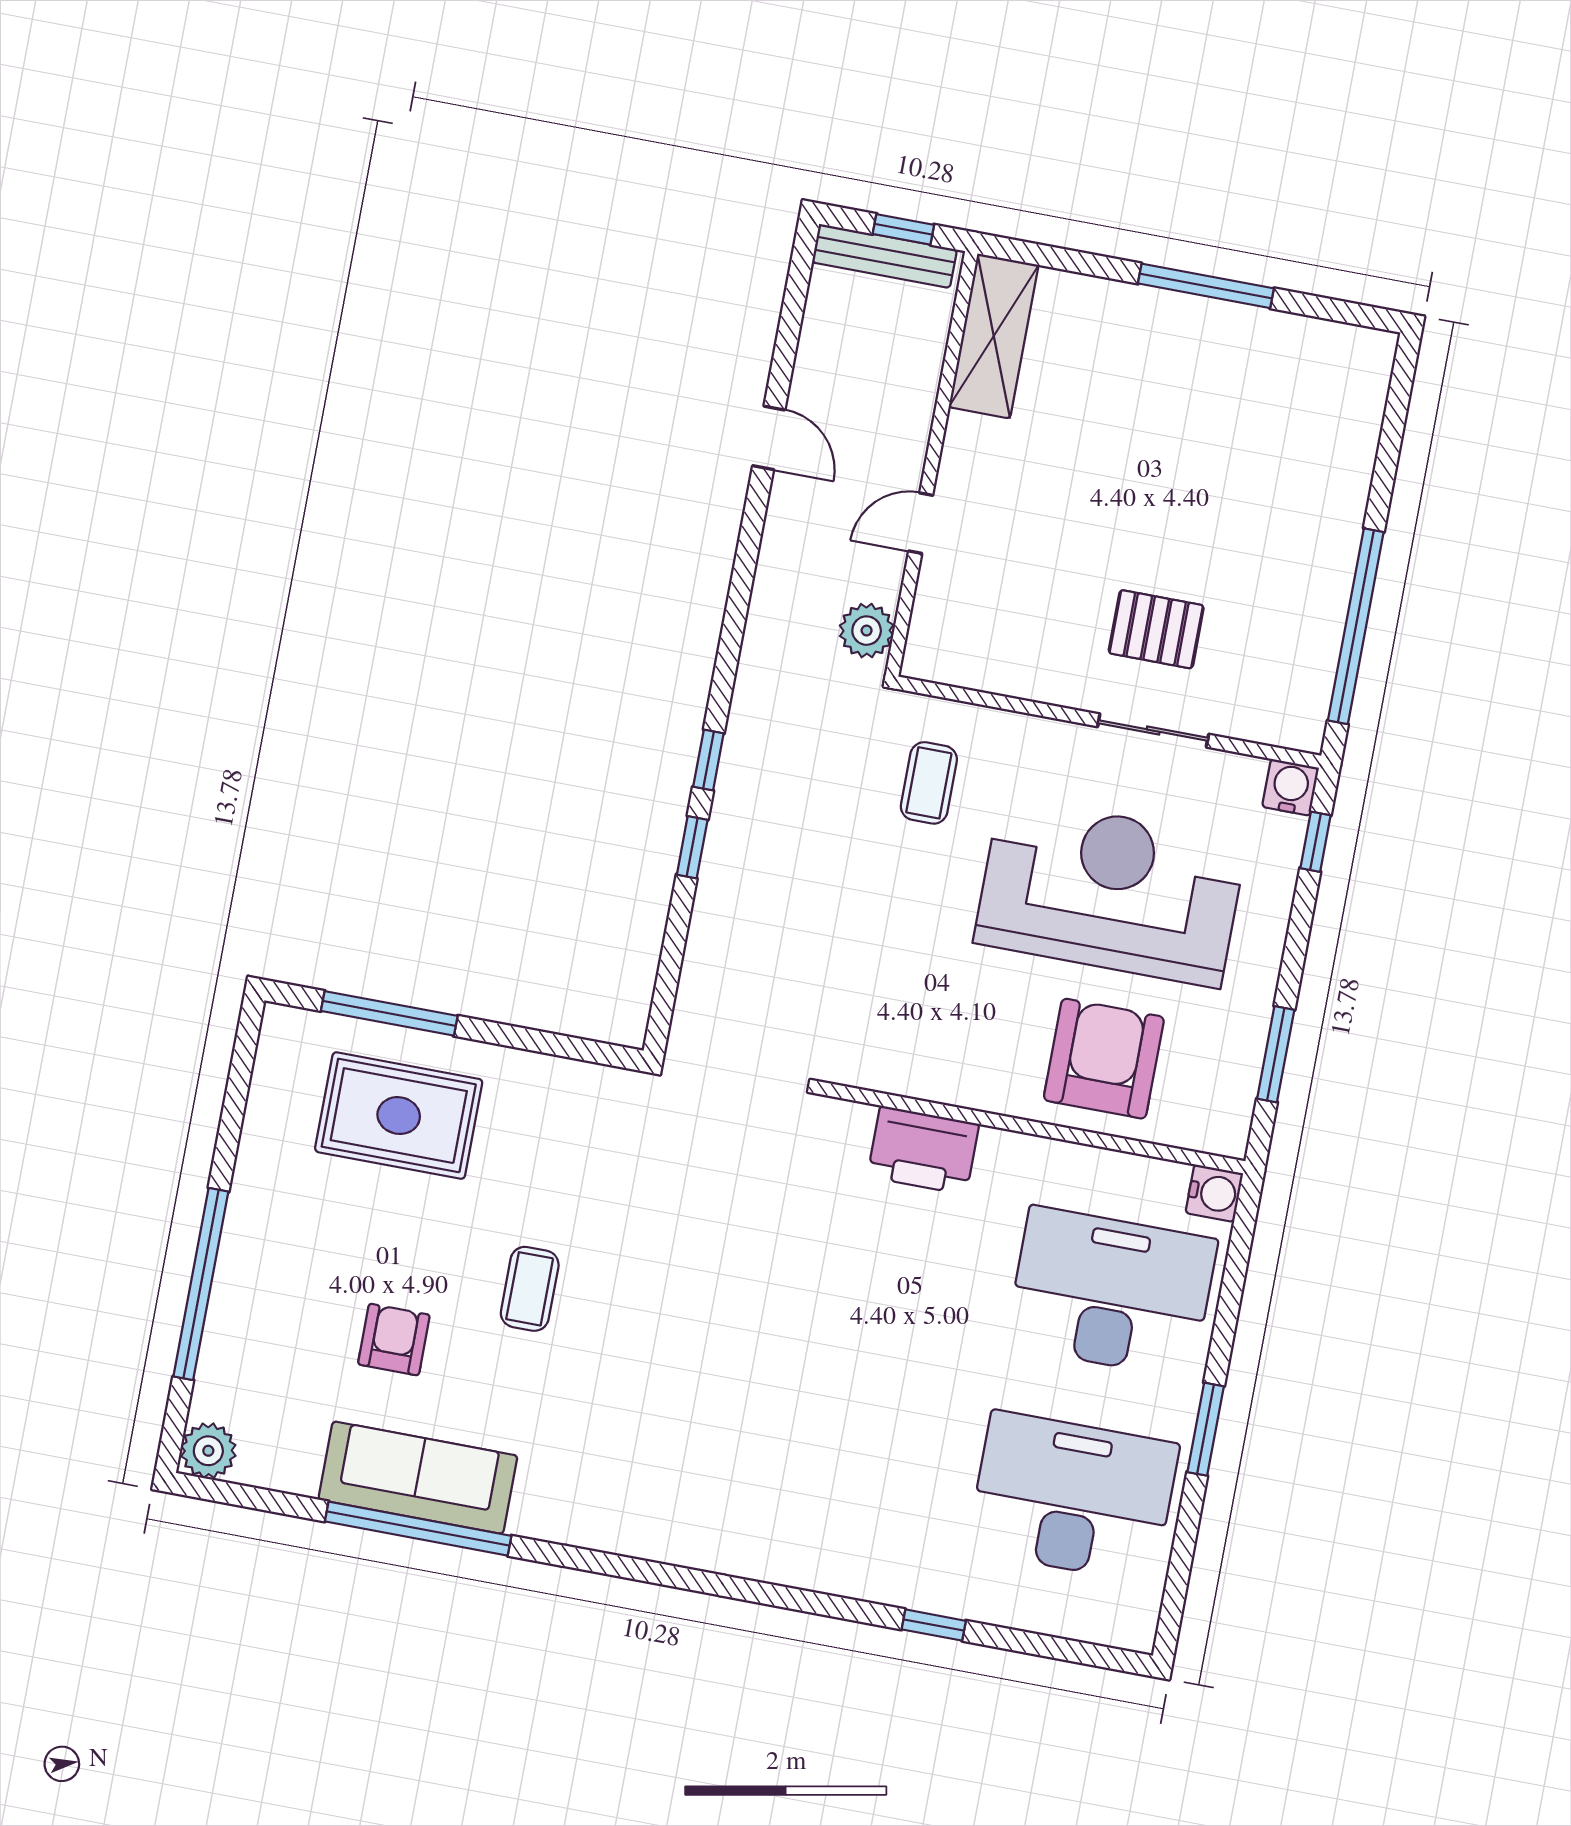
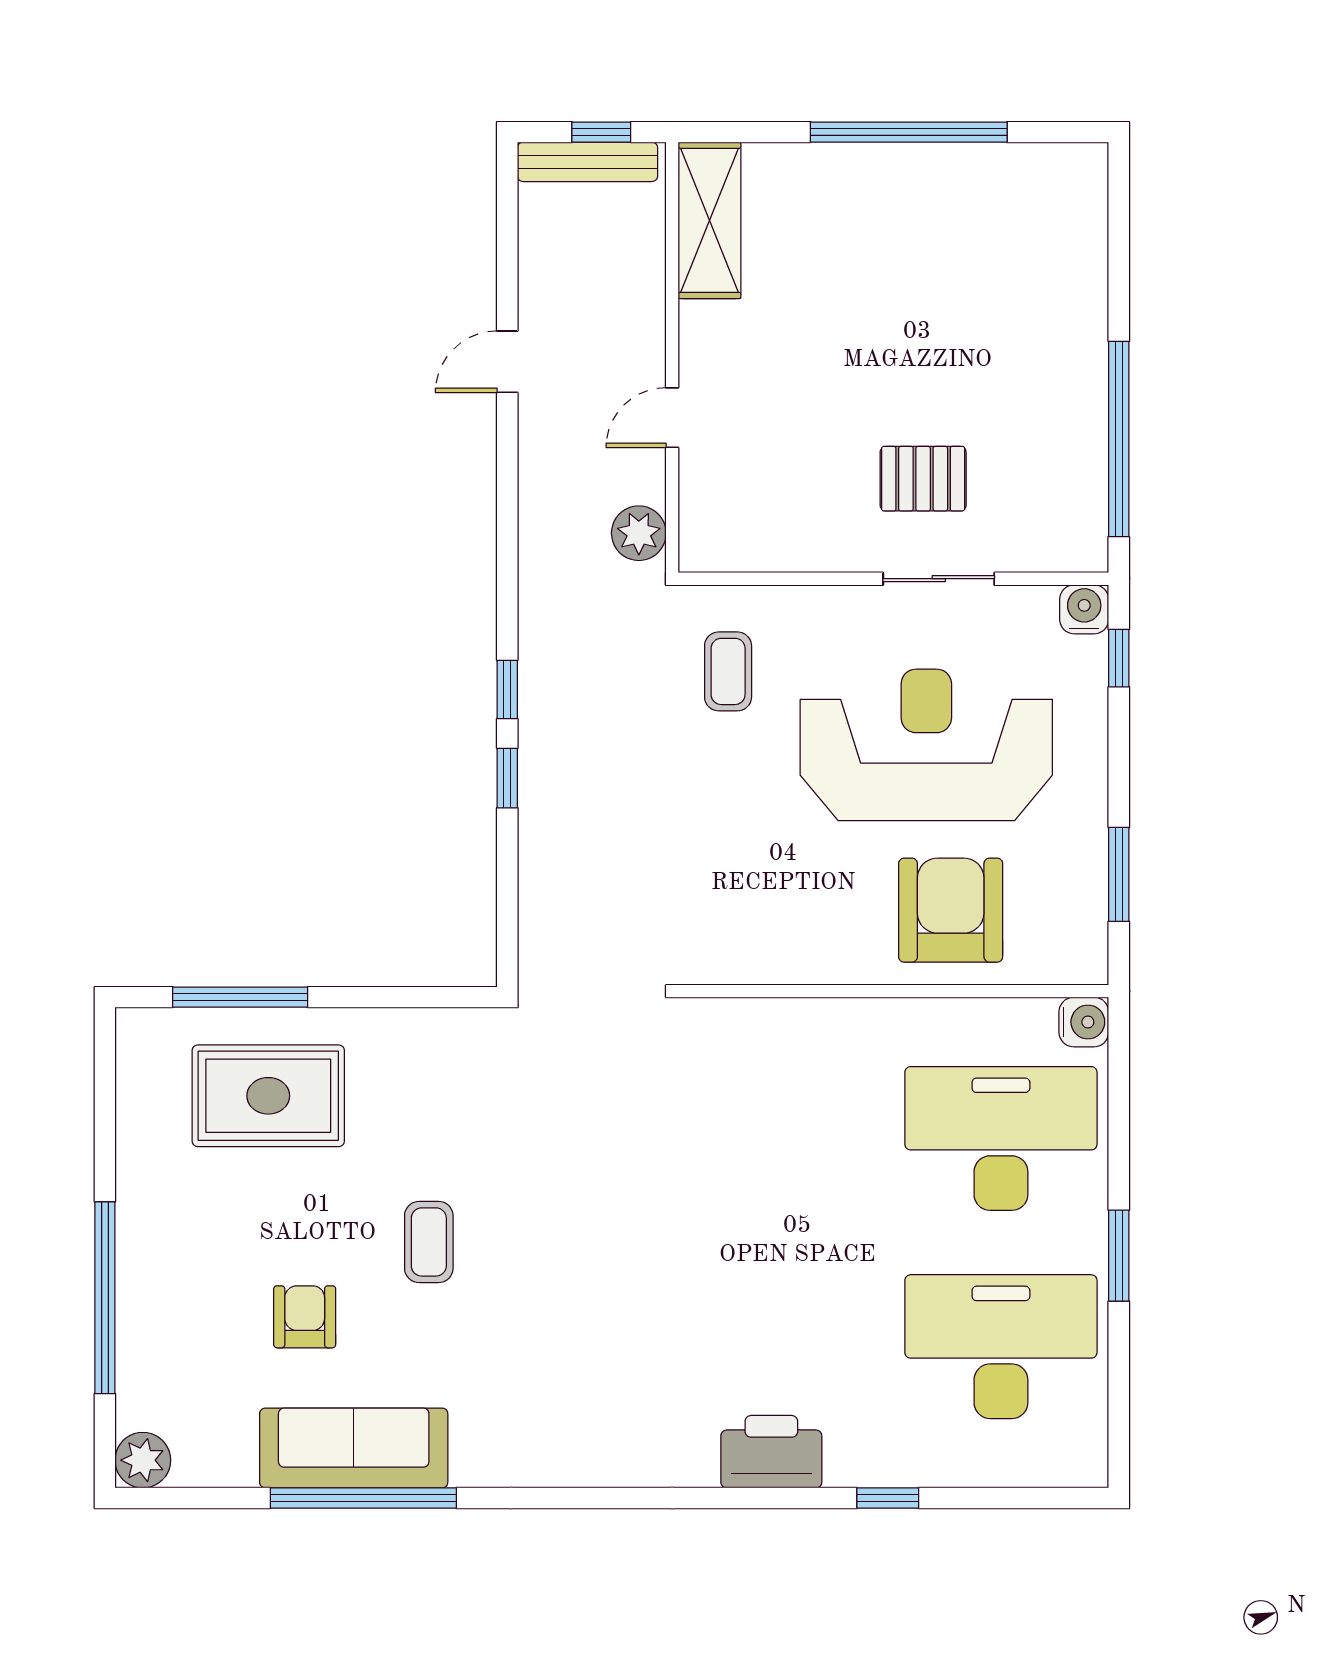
window: (1206, 286) -> (909, 132), width x1.46
door: (769, 438) -> (507, 362), swing flipped
printer: (923, 1150) -> (771, 1452), moved, turned 180

